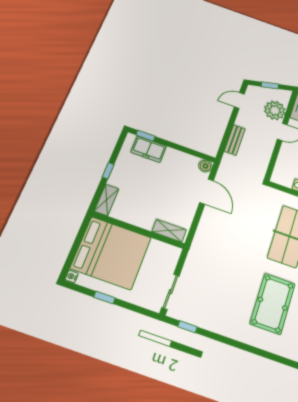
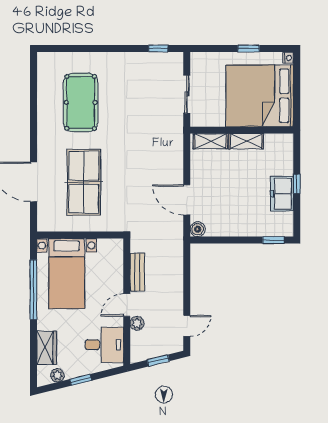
plant: (275, 110) -> (137, 323), width x0.53, depth x0.53
bench: (235, 140) -> (137, 272), moved
freezer: (149, 149) -> (282, 194), moved, turned -90
shelving: (107, 200) -> (246, 141), moved, turned 90
sliding door: (171, 292) -> (187, 94), moved

